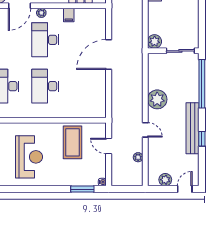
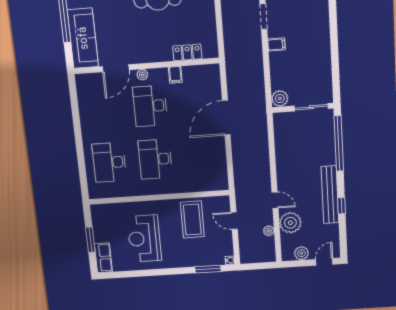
plant: (157, 99) -> (290, 223), moved
reception desk: (29, 157) -> (144, 239), turned 180

